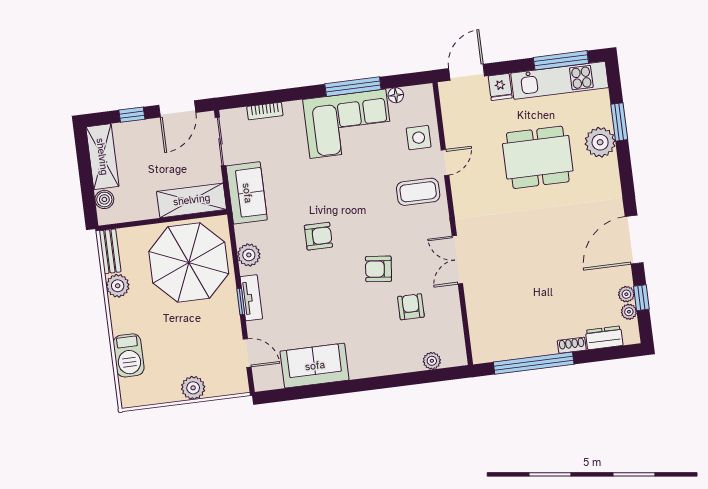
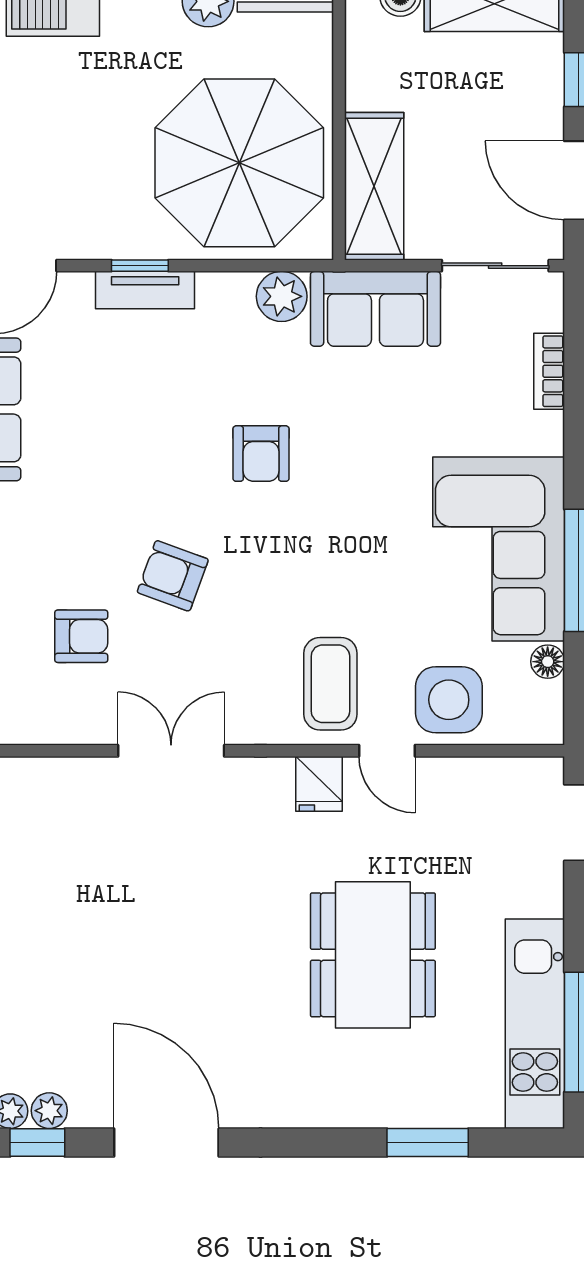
fridge: (500, 87) -> (319, 784), moved, turned -90
side table: (419, 138) -> (449, 700), width x1.37, depth x1.37
plant: (600, 142) -> (388, 1095), removed
plant: (249, 255) -> (282, 296), moved
armchair: (378, 269) -> (173, 576), turned -76

